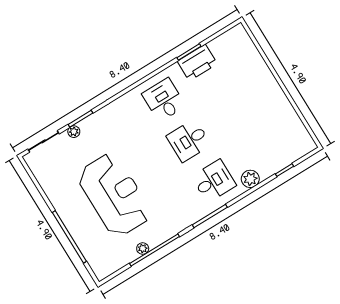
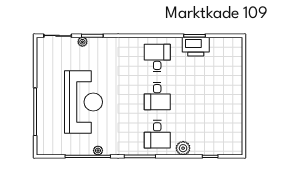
desk: (189, 140) -> (157, 96), turned -90
desk: (214, 181) -> (157, 134), turned 90
plant: (143, 249) -> (98, 151), moved

